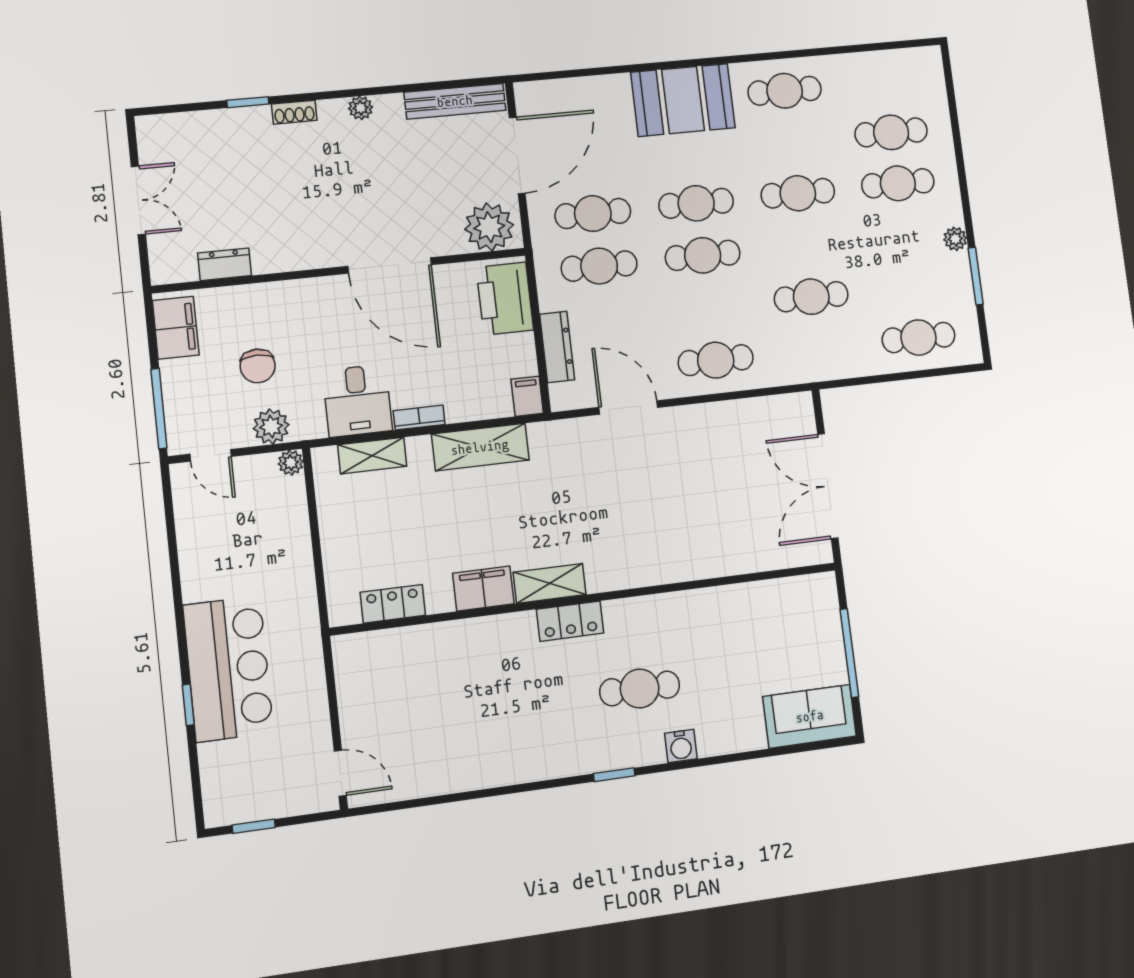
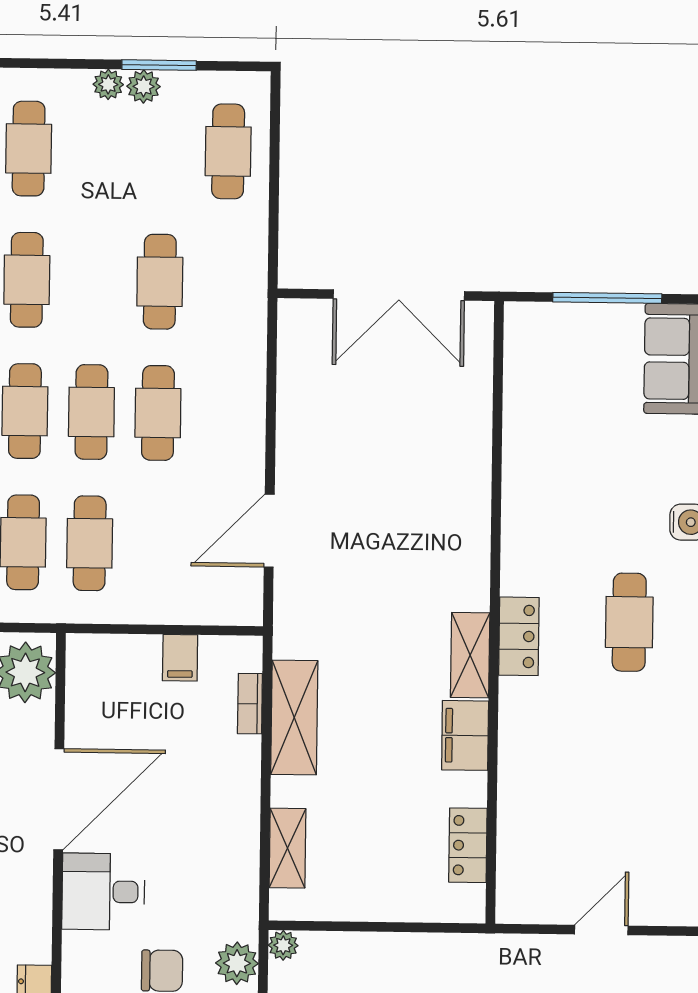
plant: (958, 266) -> (144, 86), added
printer: (505, 299) -> (116, 665), removed
dresser: (557, 347) -> (184, 608), removed
cafe table: (716, 360) -> (158, 413), moved
filing cabinet: (527, 396) -> (180, 658), moved, turned -90
desk: (357, 401) -> (103, 892), moved, turned 180
bookcase: (419, 418) -> (250, 704), moved
cafe table: (640, 688) -> (629, 622), moved
door: (340, 773) -> (601, 930), moved

